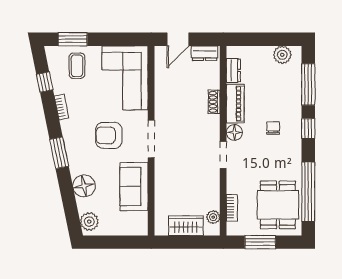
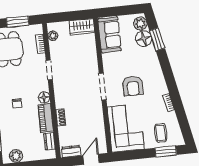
window: (45, 82) -> (182, 119), removed
armchair: (109, 135) -> (133, 86), turned 90
window: (59, 153) -> (157, 39), moved
doorway: (223, 155) -> (49, 70), moved
floor lamp: (84, 186) -> (144, 39), moved
sofa: (134, 186) -> (110, 35), moved
wardrobe: (186, 226) -> (82, 27), moved

